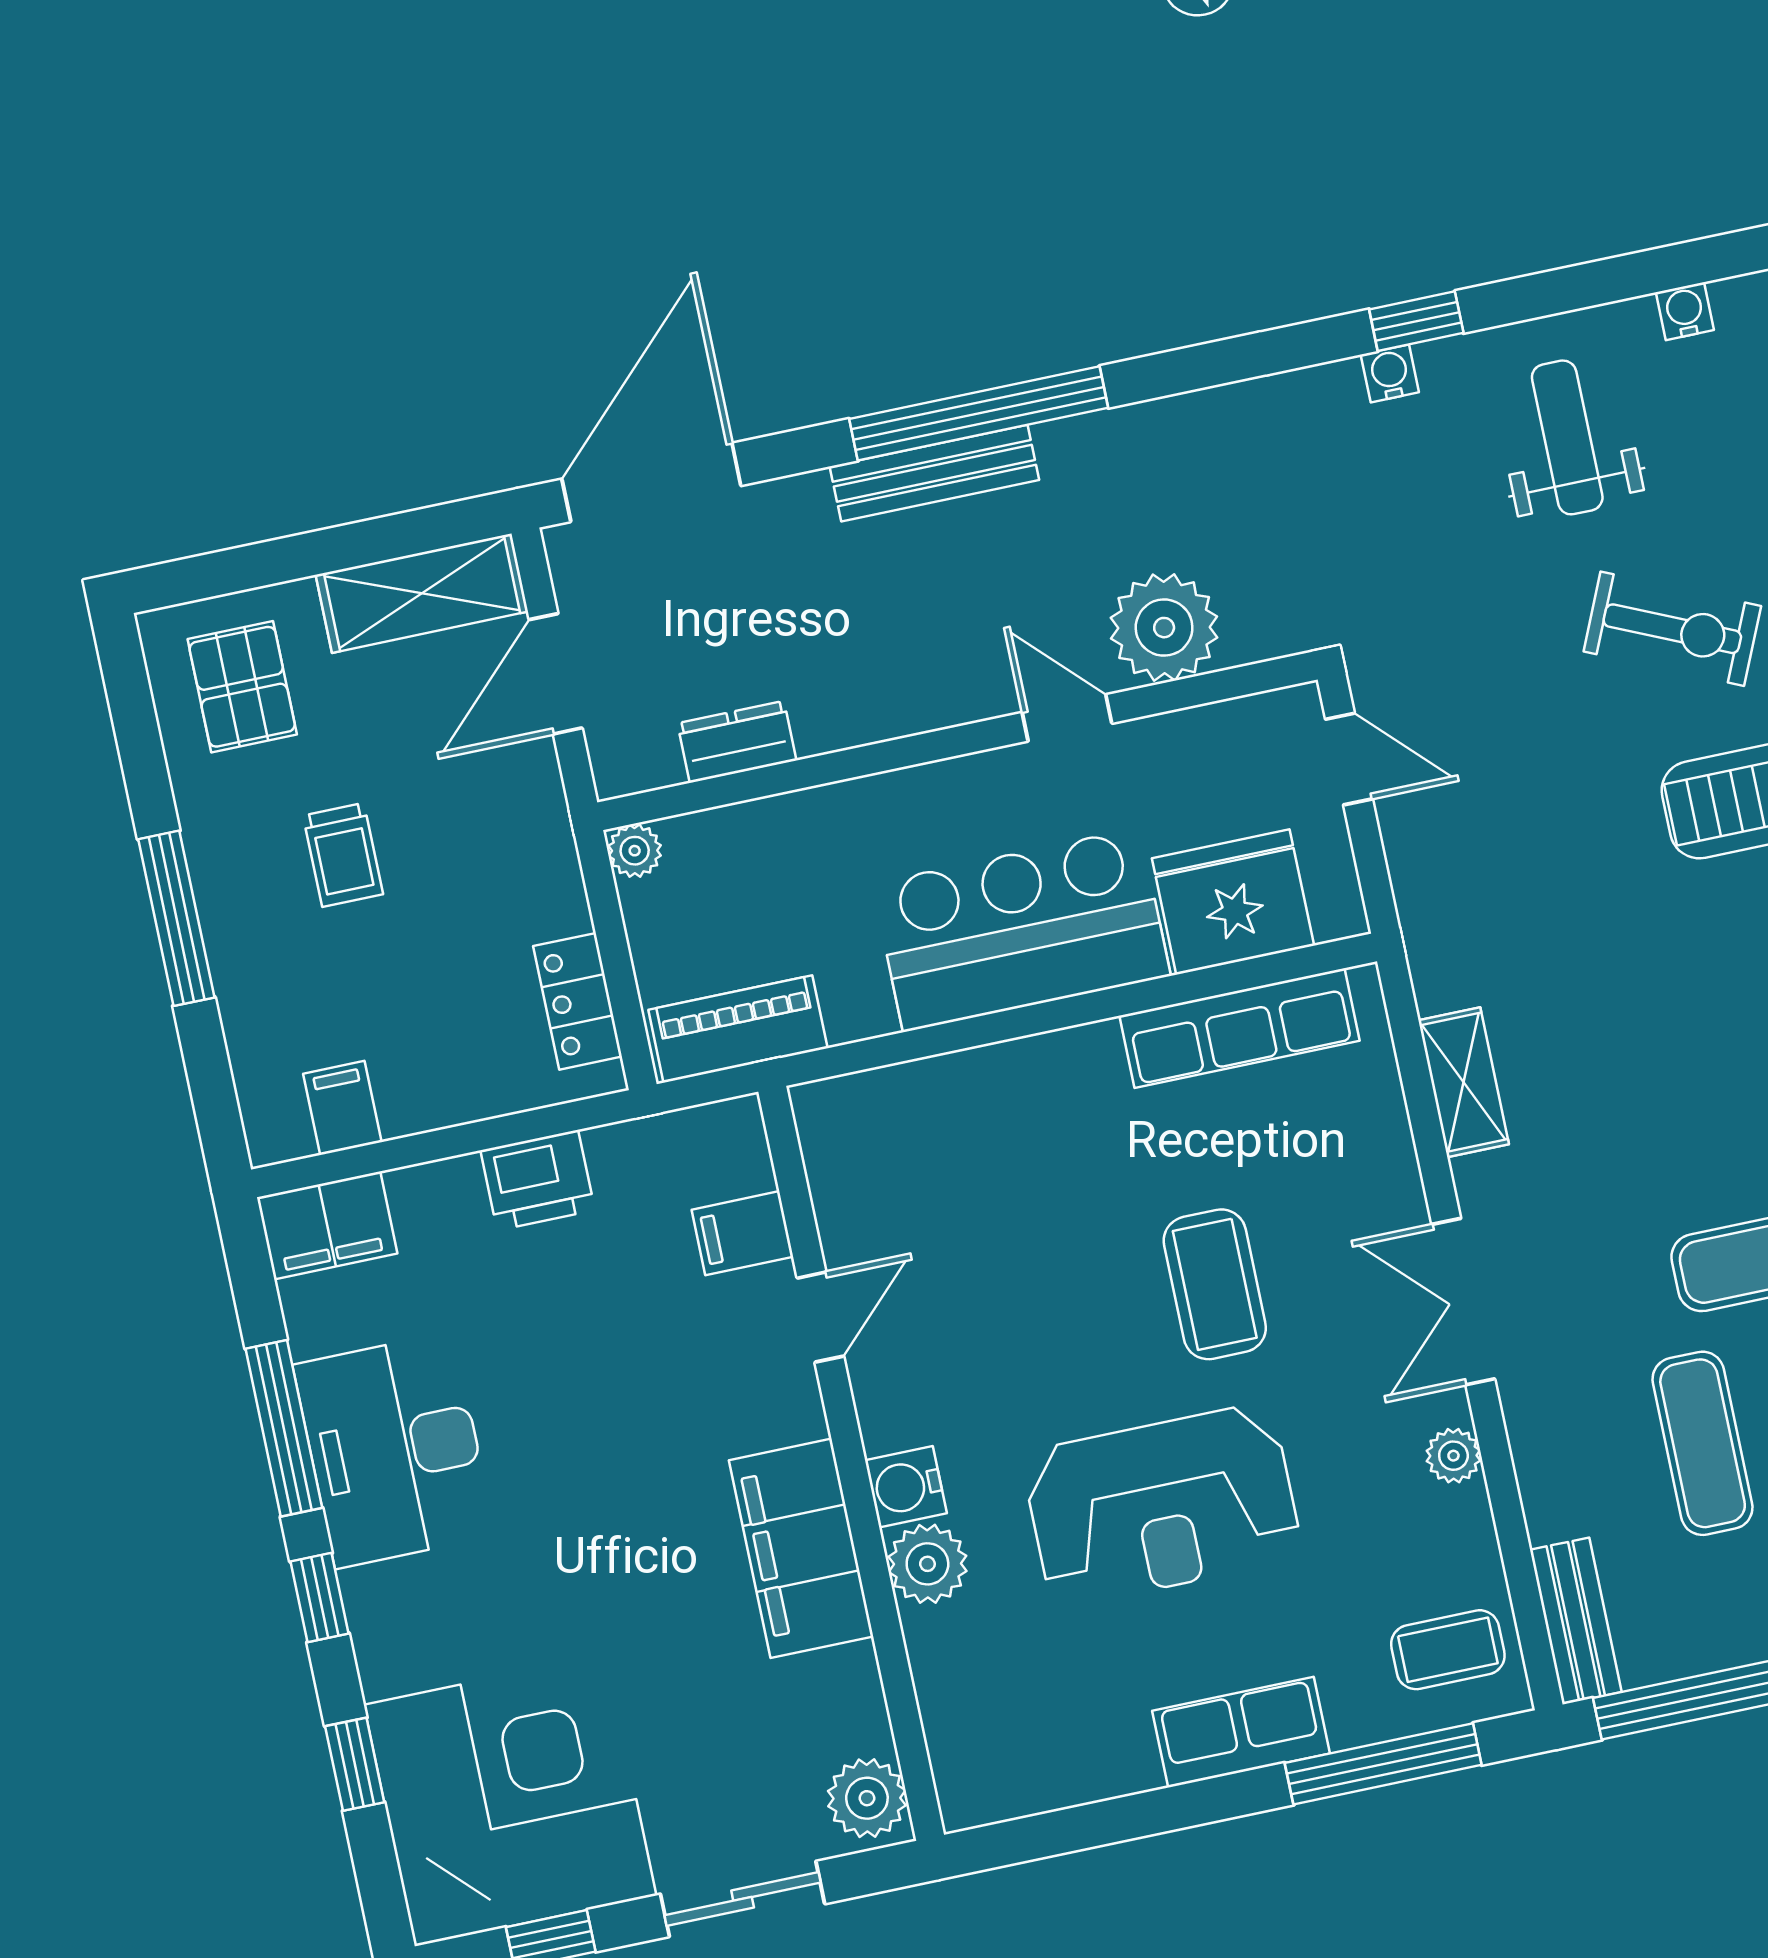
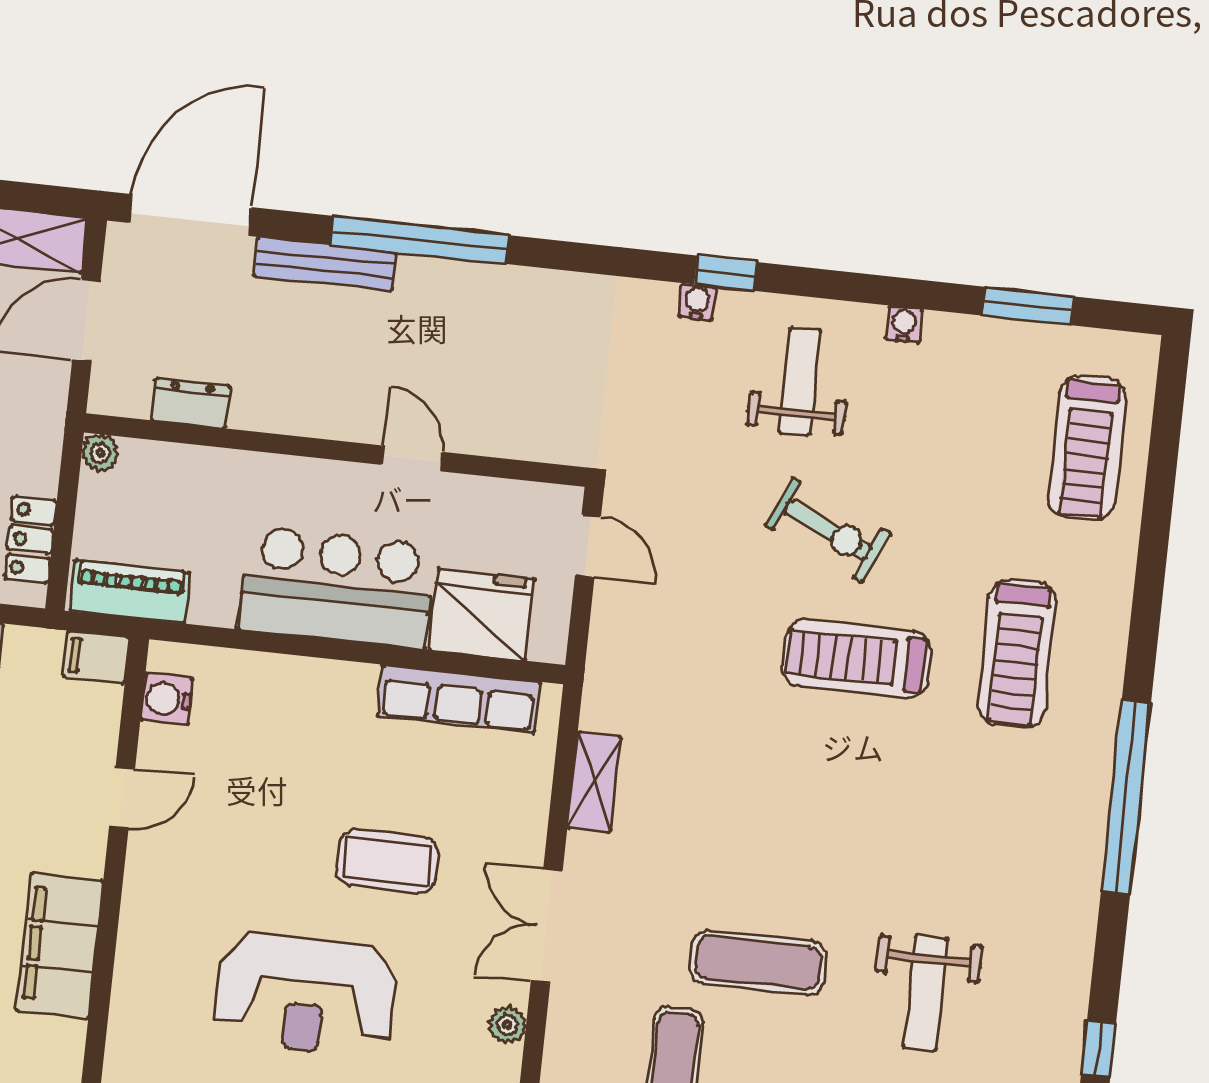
bench: (934, 473) -> (325, 264), moved
plant: (1164, 628) -> (495, 420), removed
filing cabinet: (742, 1233) -> (97, 657), moved
coffee table: (1215, 1284) -> (388, 861), turned 90
water cooler: (906, 1487) -> (167, 699), moved
plant: (927, 1564) -> (139, 983), removed

